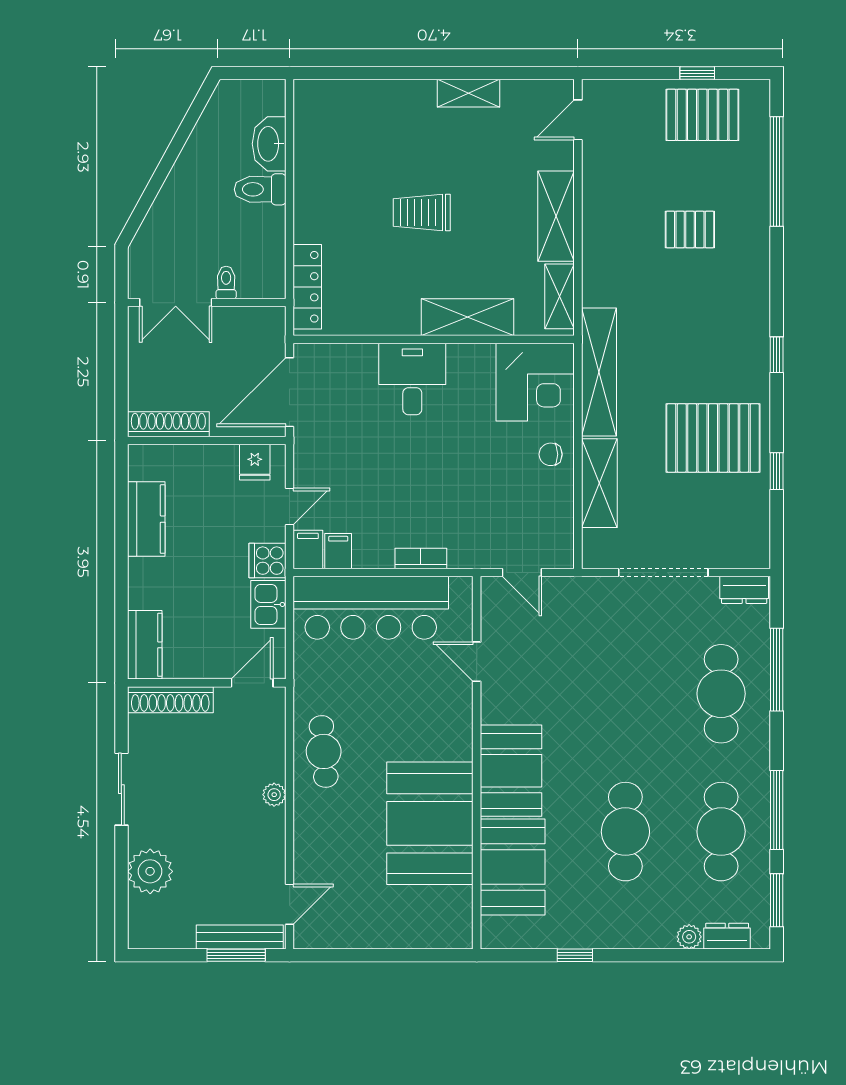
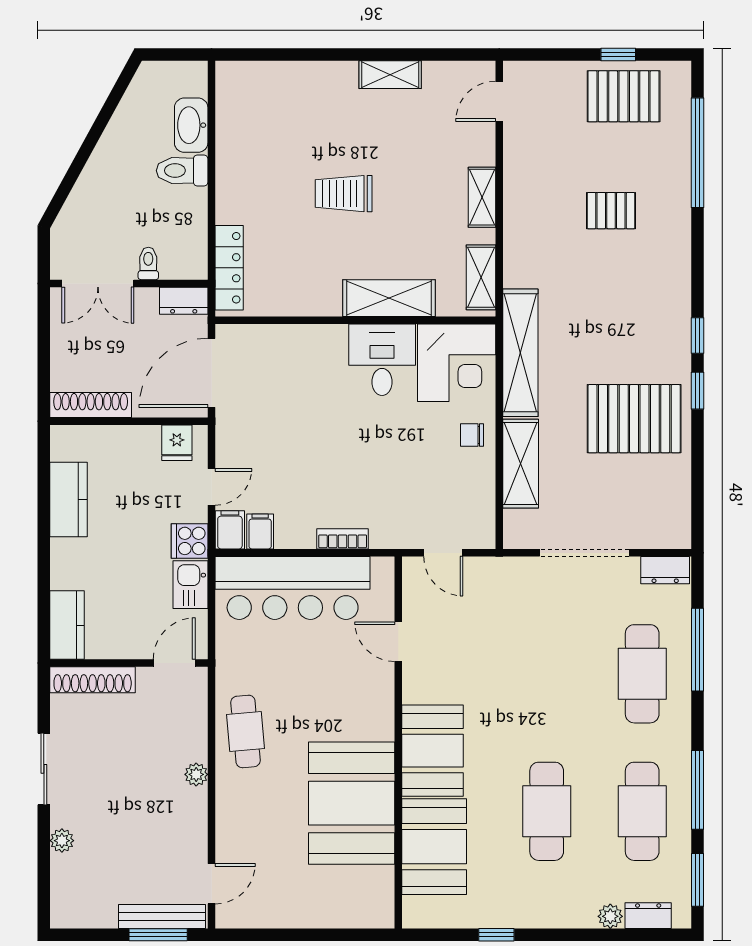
shelving: (556, 216) -> (482, 197), width x0.67, depth x0.75
dresser: (262, 320) -> (184, 301), added
desk: (412, 379) -> (382, 360), moved
window: (777, 471) -> (698, 391), moved
plant: (150, 871) -> (62, 841), width x0.53, depth x0.53

